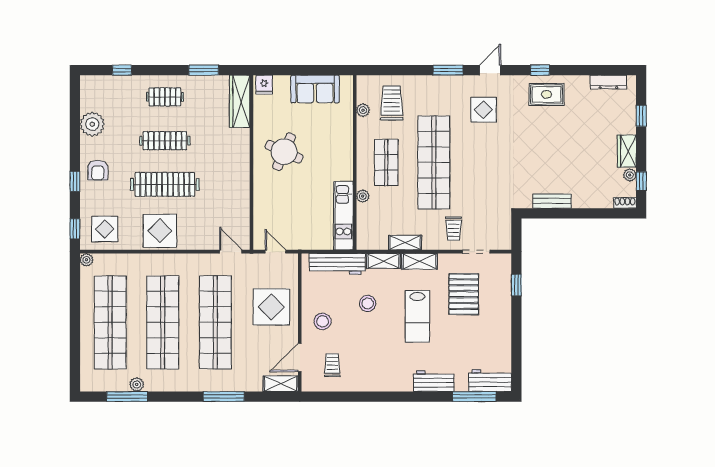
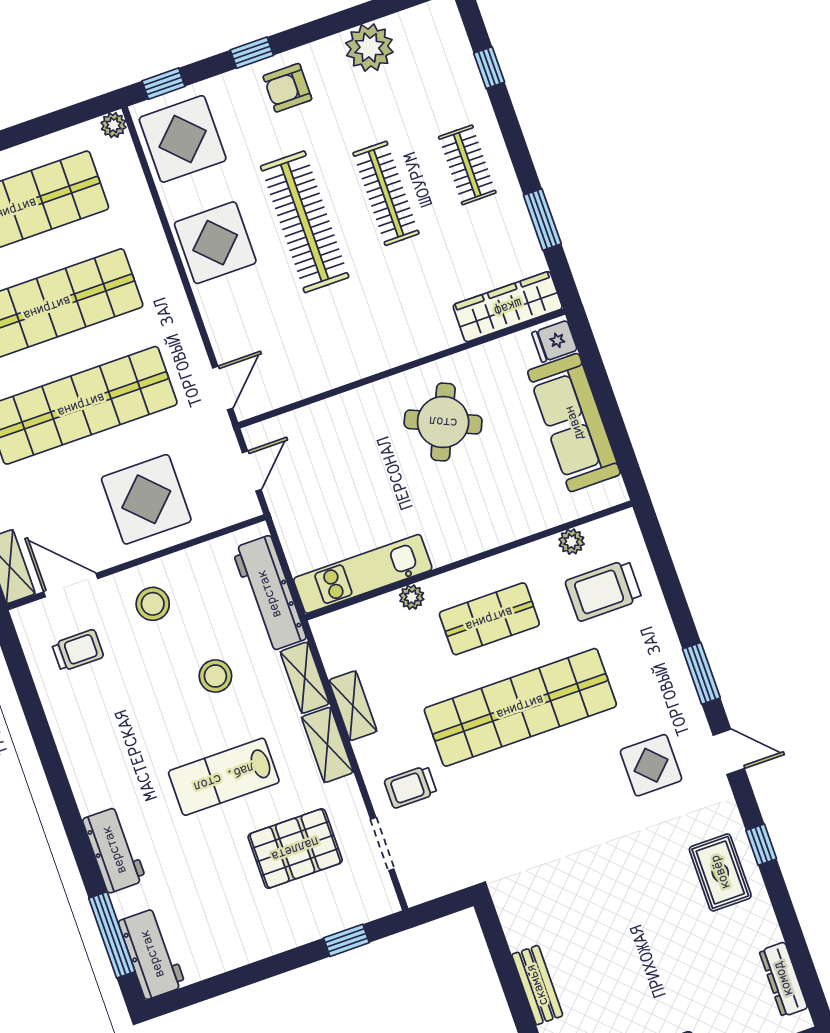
sofa: (315, 89) -> (574, 423), width x1.36
trolley: (392, 103) -> (604, 590), turned 180
bench: (552, 201) -> (537, 985), moved
display table: (105, 229) -> (183, 139), width x1.36, depth x1.36

